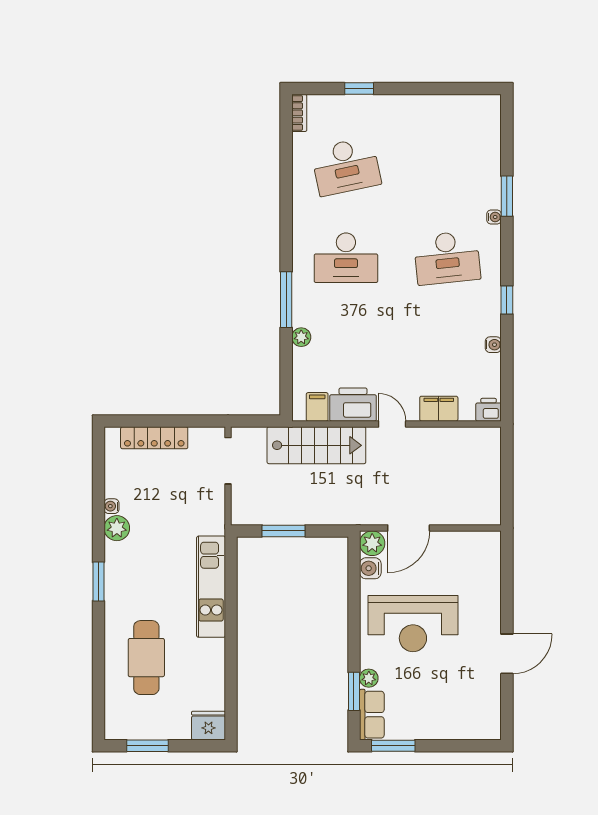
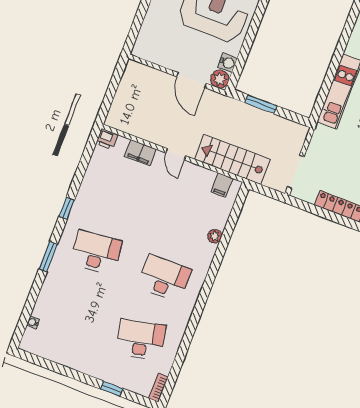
window: (507, 196) -> (48, 256), moved
water cooler: (494, 217) -> (33, 322), moved
window: (286, 300) -> (215, 265), removed
water cooler: (493, 345) -> (87, 182), removed
printer: (353, 405) -> (197, 177), removed
door: (409, 528) -> (191, 80), swing flipped
window: (284, 531) -> (261, 104), moved

